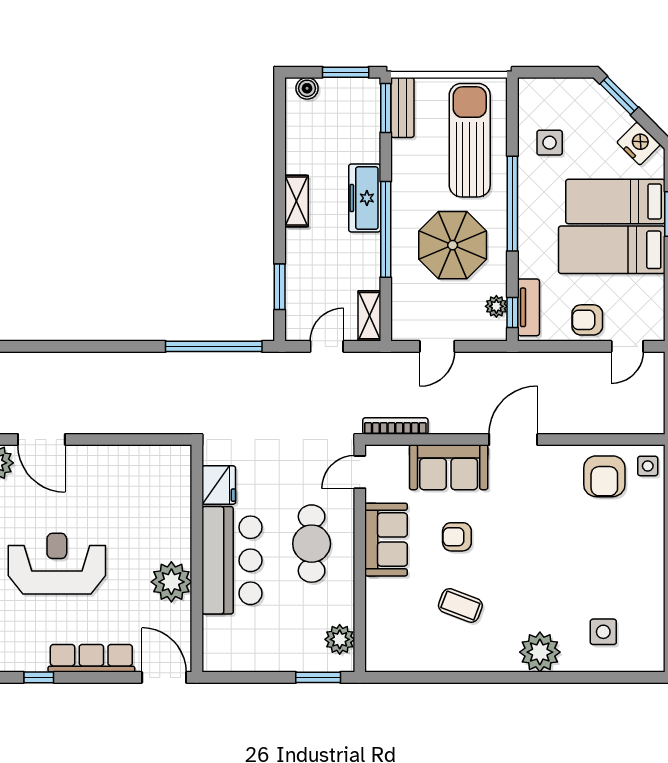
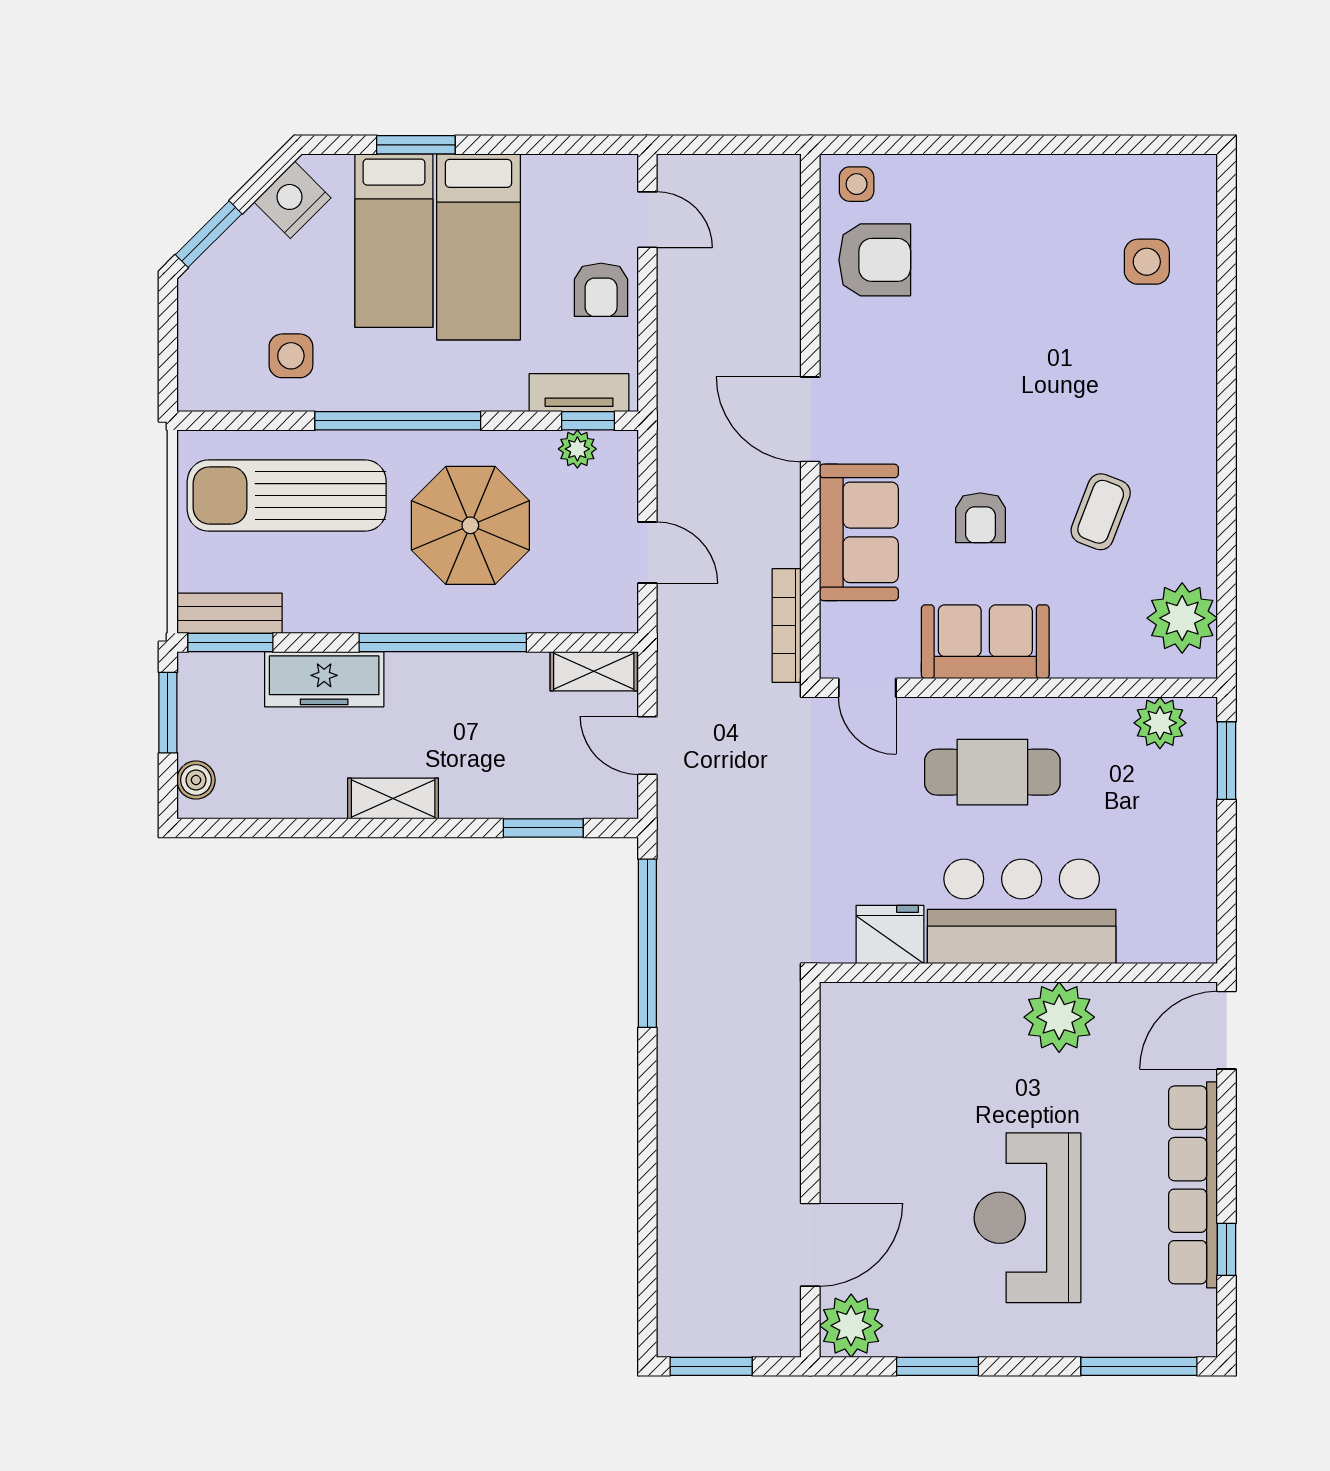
freezer: (365, 198) -> (324, 679), moved
plant: (540, 652) -> (1182, 618), moved
row of seats: (91, 658) -> (1193, 1185), width x1.36

